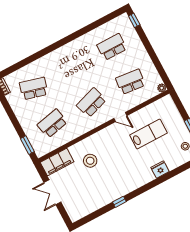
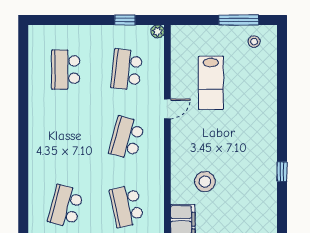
window: (134, 20) -> (125, 20), moved
school desk: (91, 103) -> (127, 138), turned 33
lab bench: (148, 134) -> (211, 83), turned 180
fridge: (160, 170) -> (267, 93), removed

